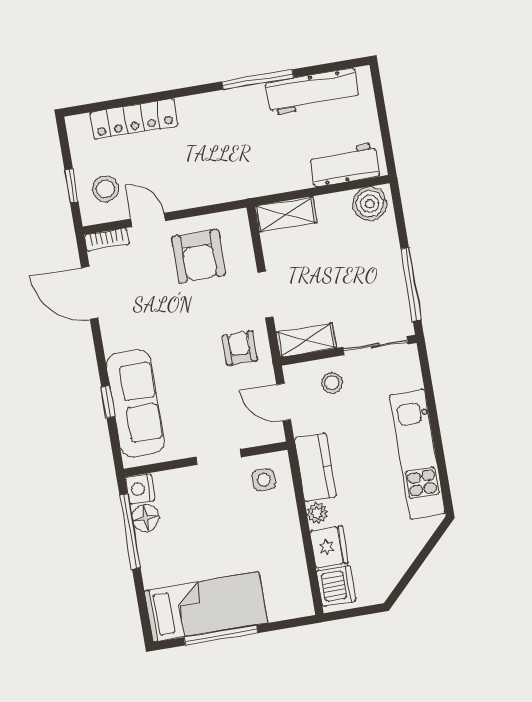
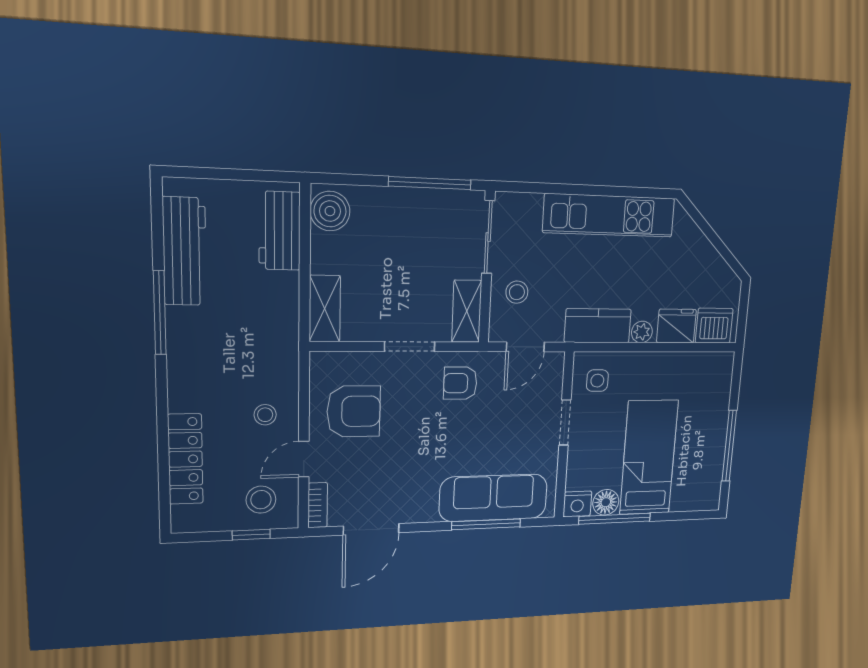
stool: (184, 180) -> (265, 415), added
window: (108, 402) -> (486, 524), width x2.17
bed: (206, 607) -> (649, 458), moved

